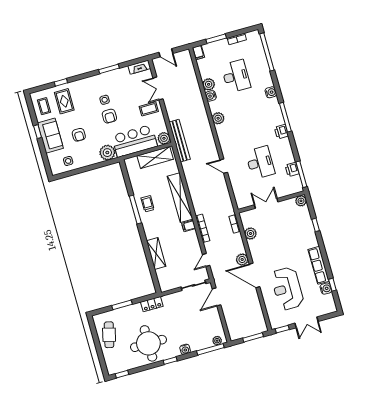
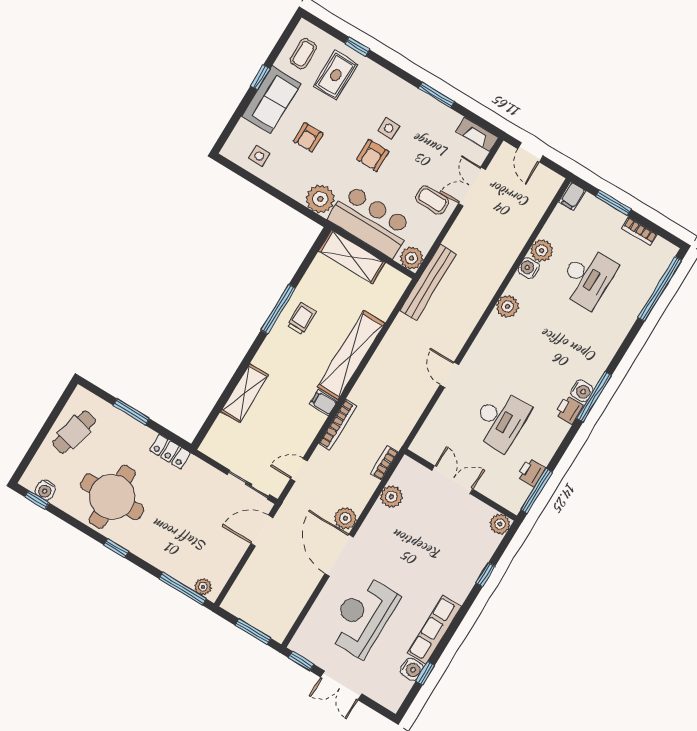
water cooler: (271, 92) -> (582, 391), moved
shelving: (155, 157) -> (352, 257), moved
water cooler: (185, 349) -> (45, 490), moved

